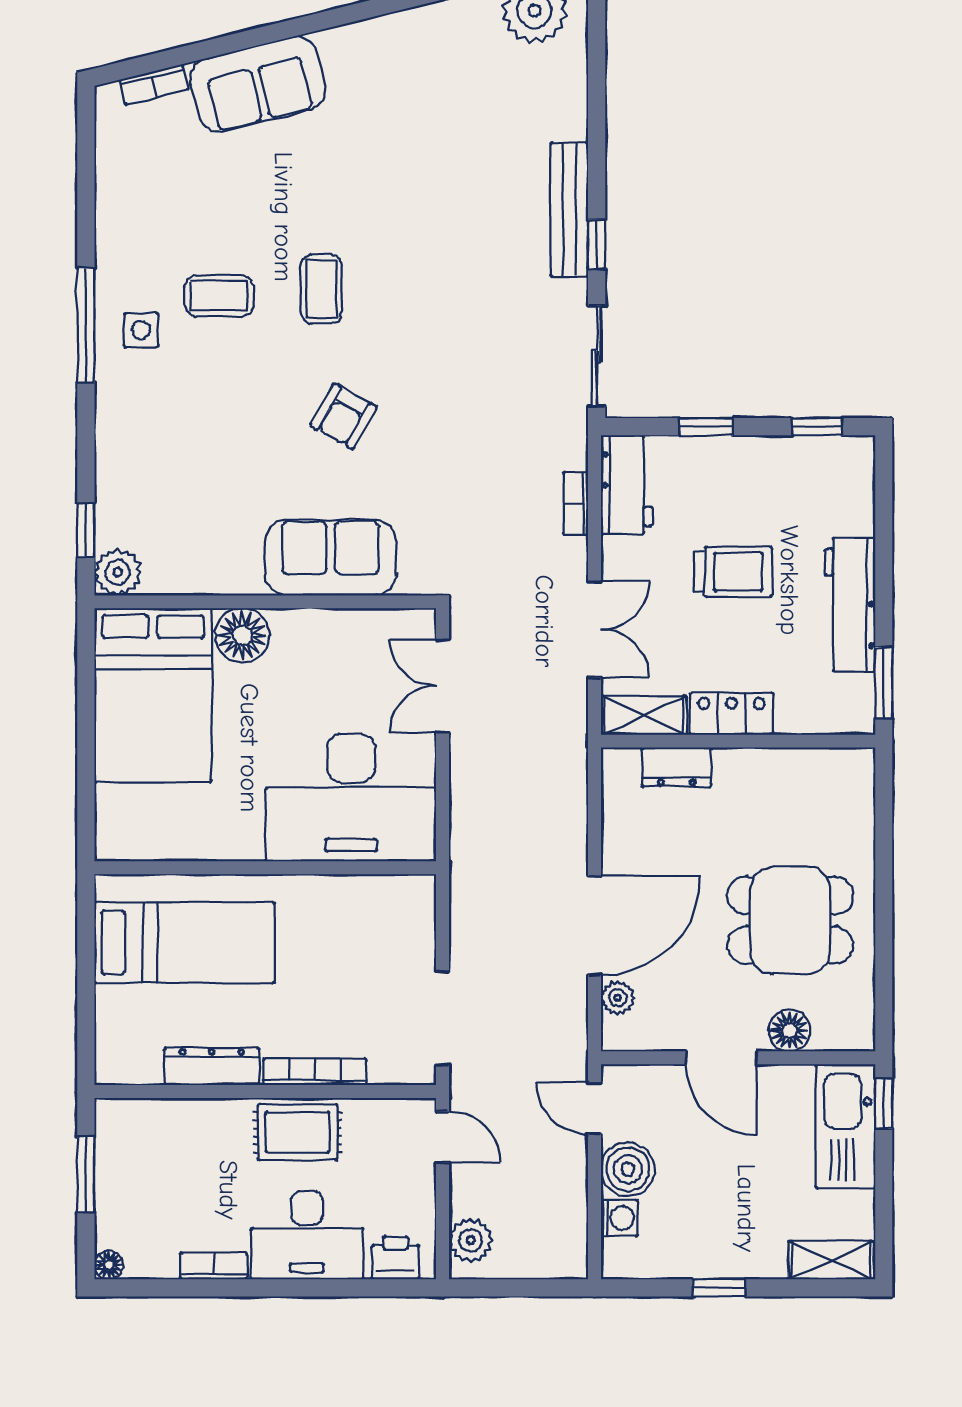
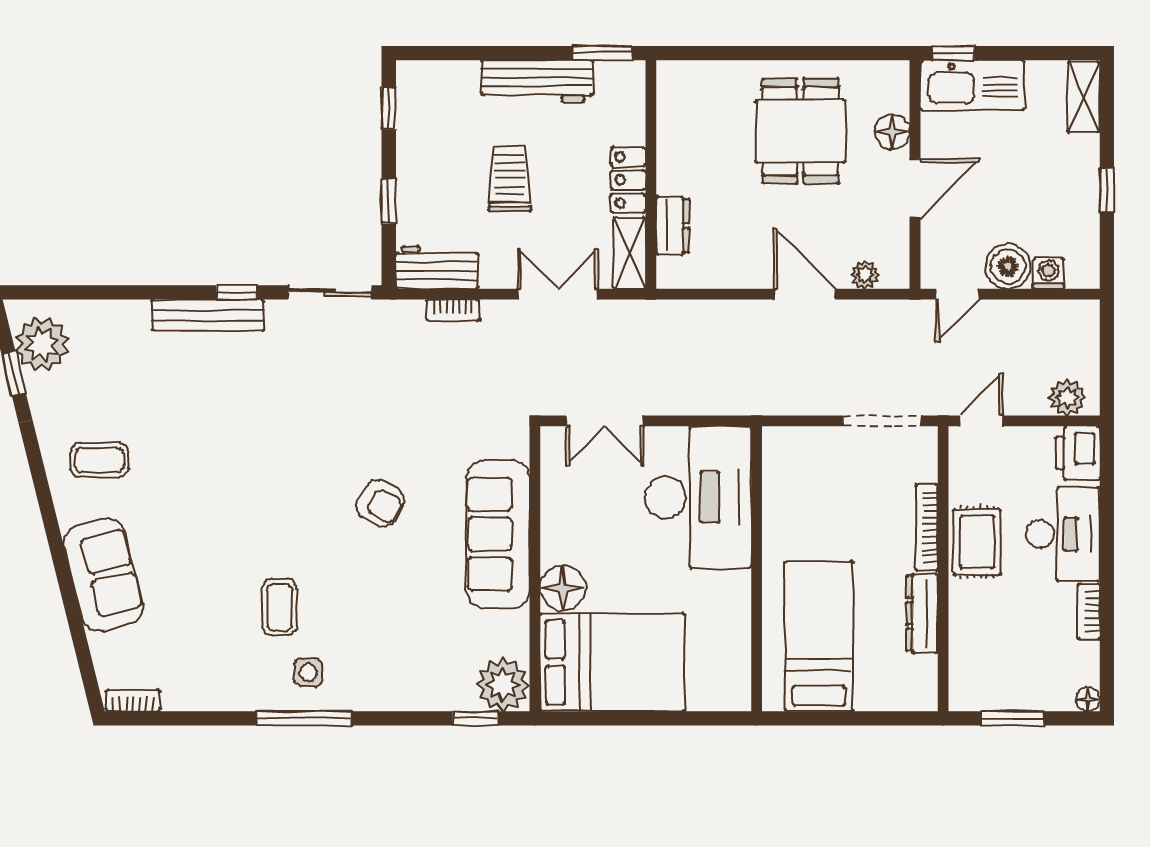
bookcase: (154, 85) -> (133, 700), moved, turned -76
coffee table: (321, 289) -> (99, 460), moved
sofa: (331, 558) -> (498, 534), width x1.36
plant: (118, 572) -> (503, 685), width x1.36, depth x1.36
door: (595, 925) -> (805, 294), width x0.73
printer: (395, 1258) -> (1078, 453), width x1.36, depth x1.24

